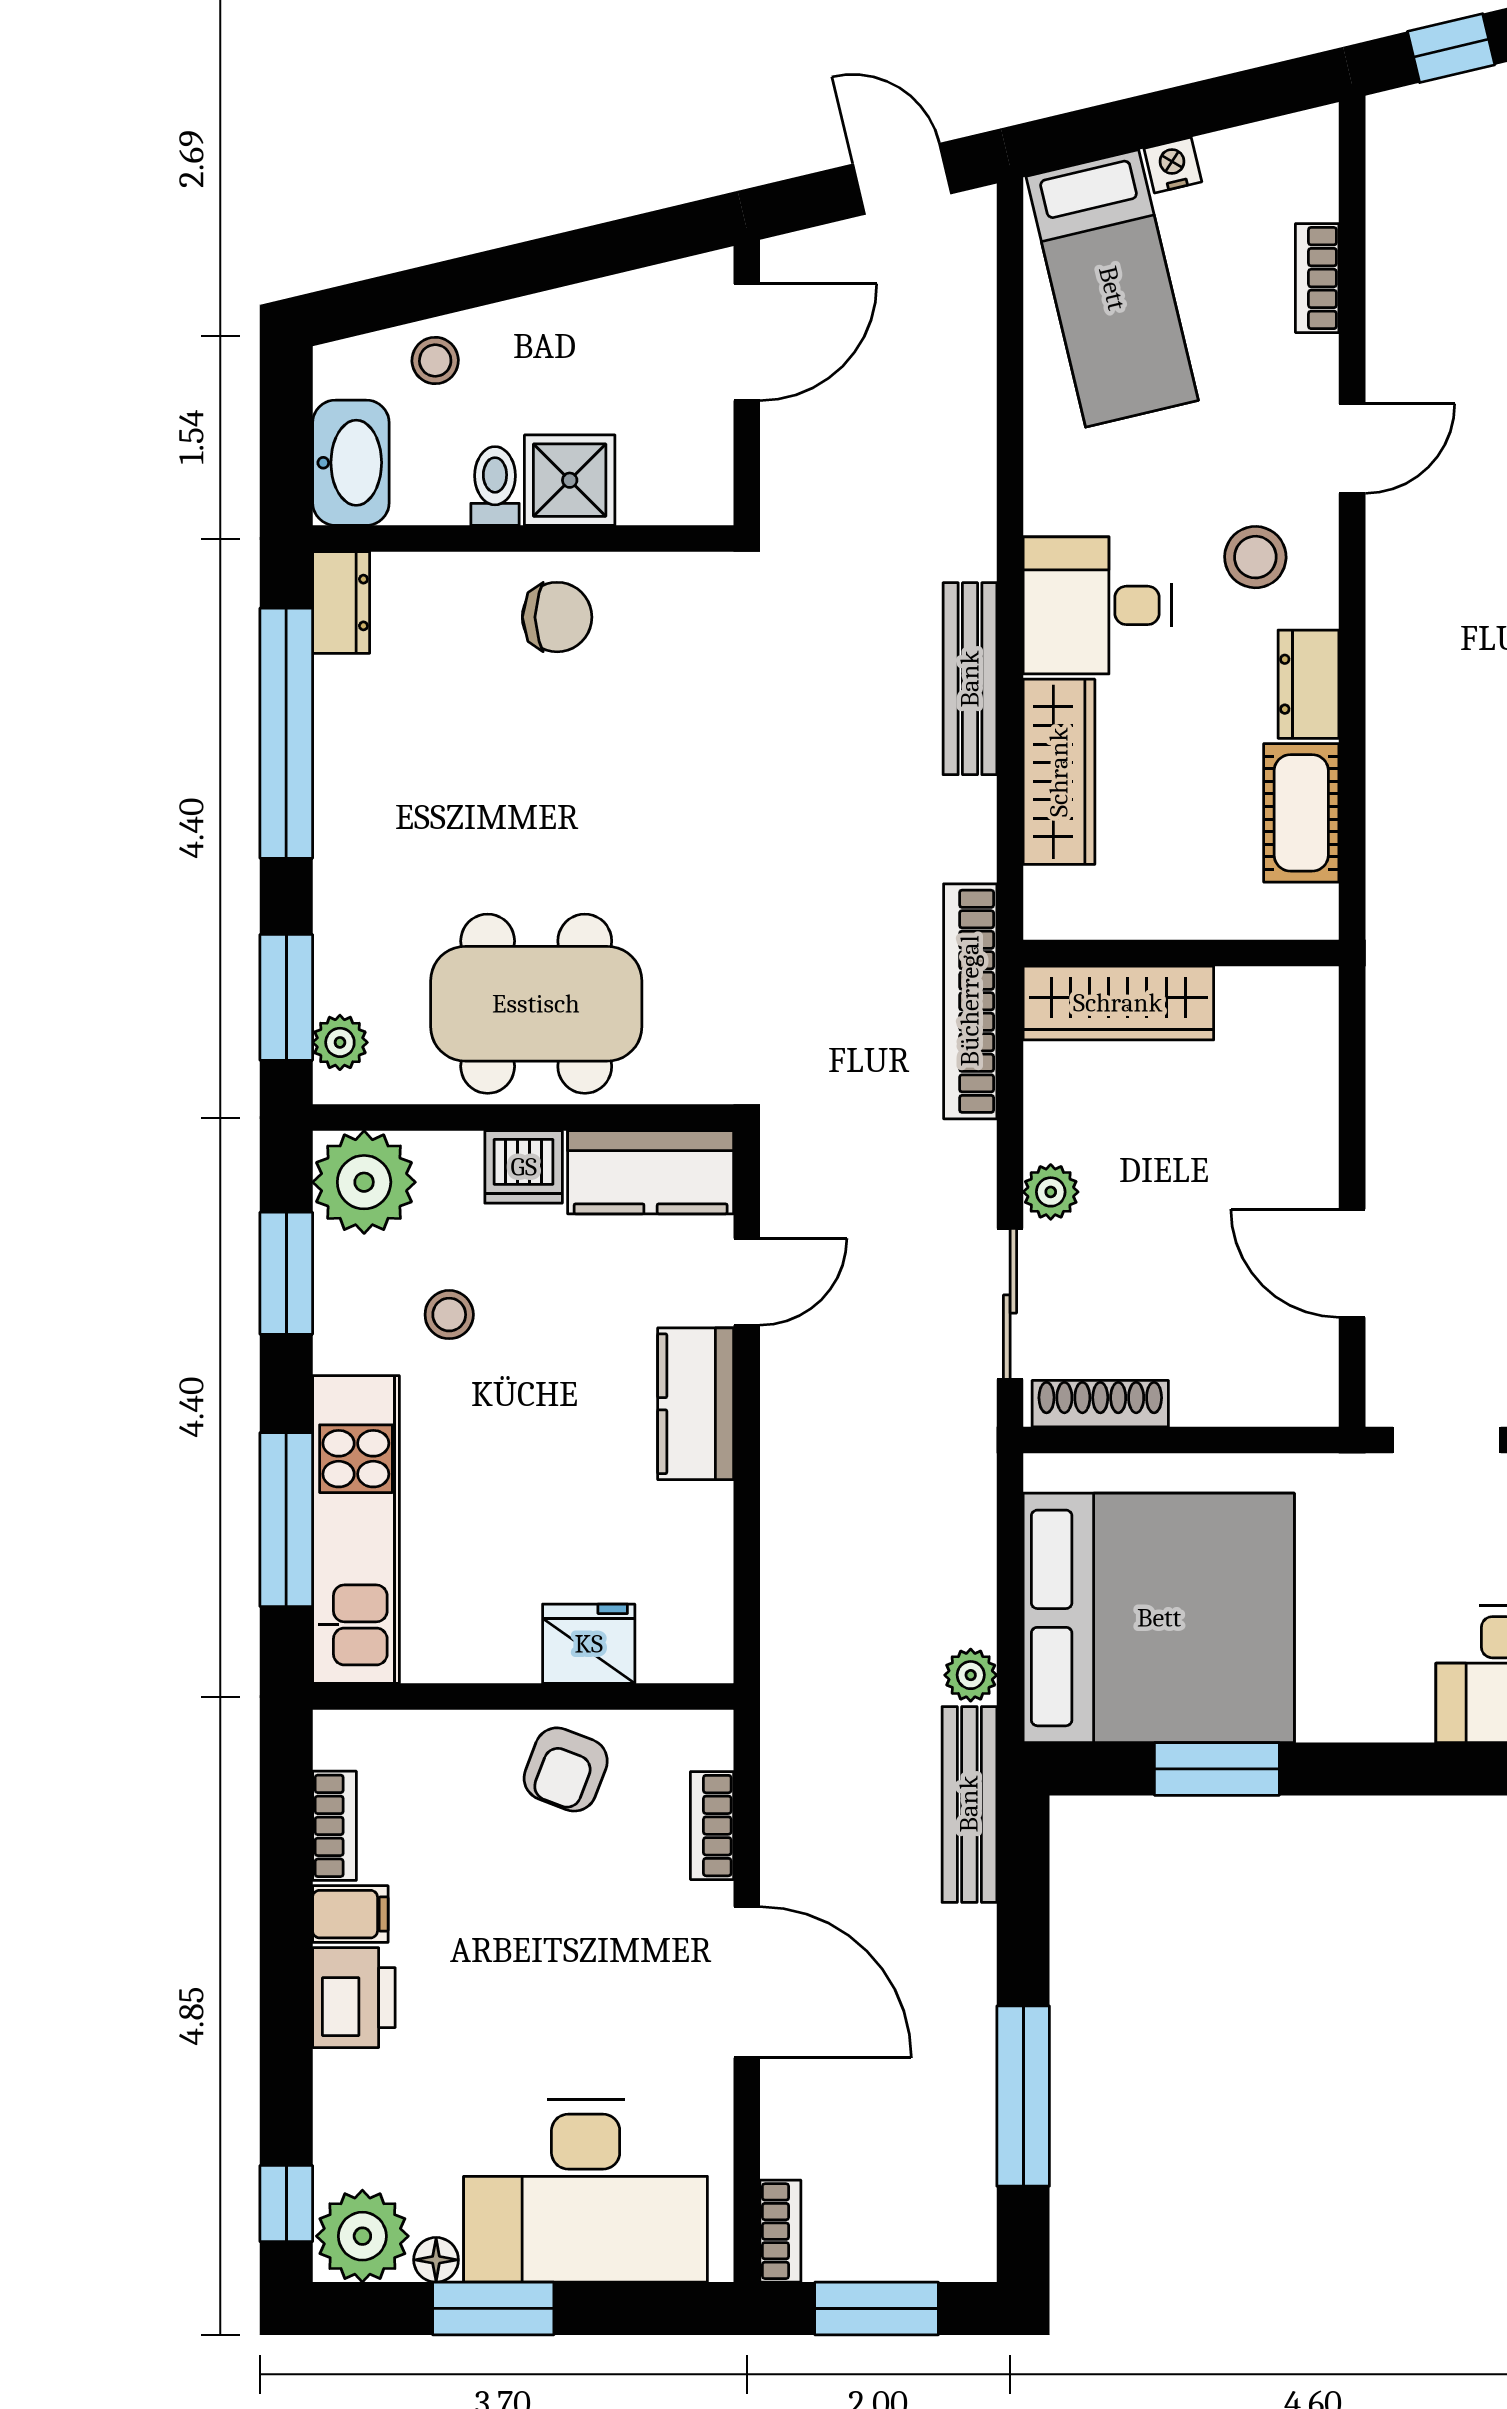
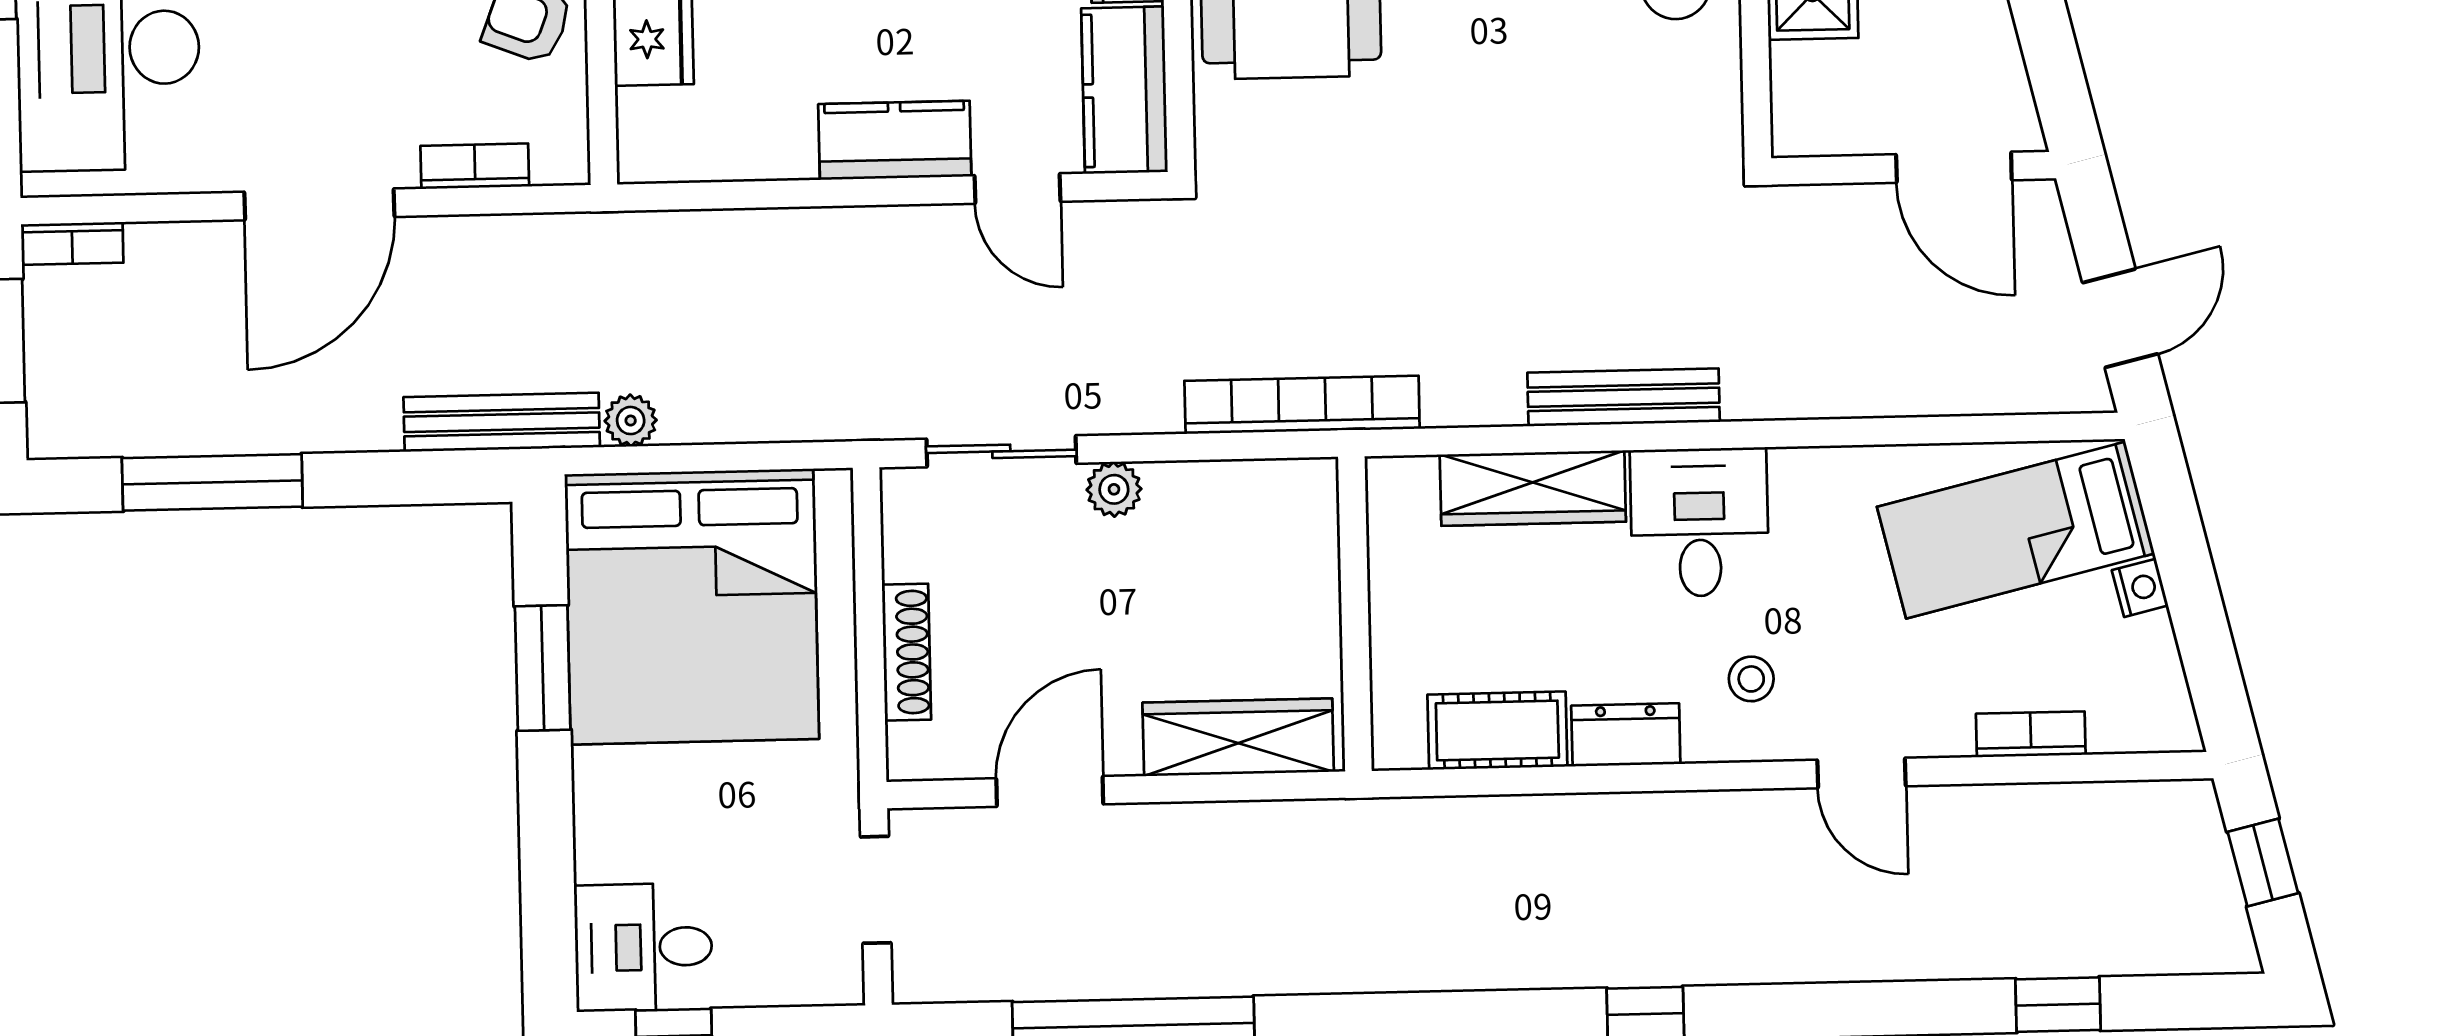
stool: (1255, 557) -> (1751, 679), width x0.73, depth x0.73
wardrobe: (1118, 1003) -> (1238, 737), moved, turned 90
shoe rack: (1100, 1404) -> (907, 652), moved

